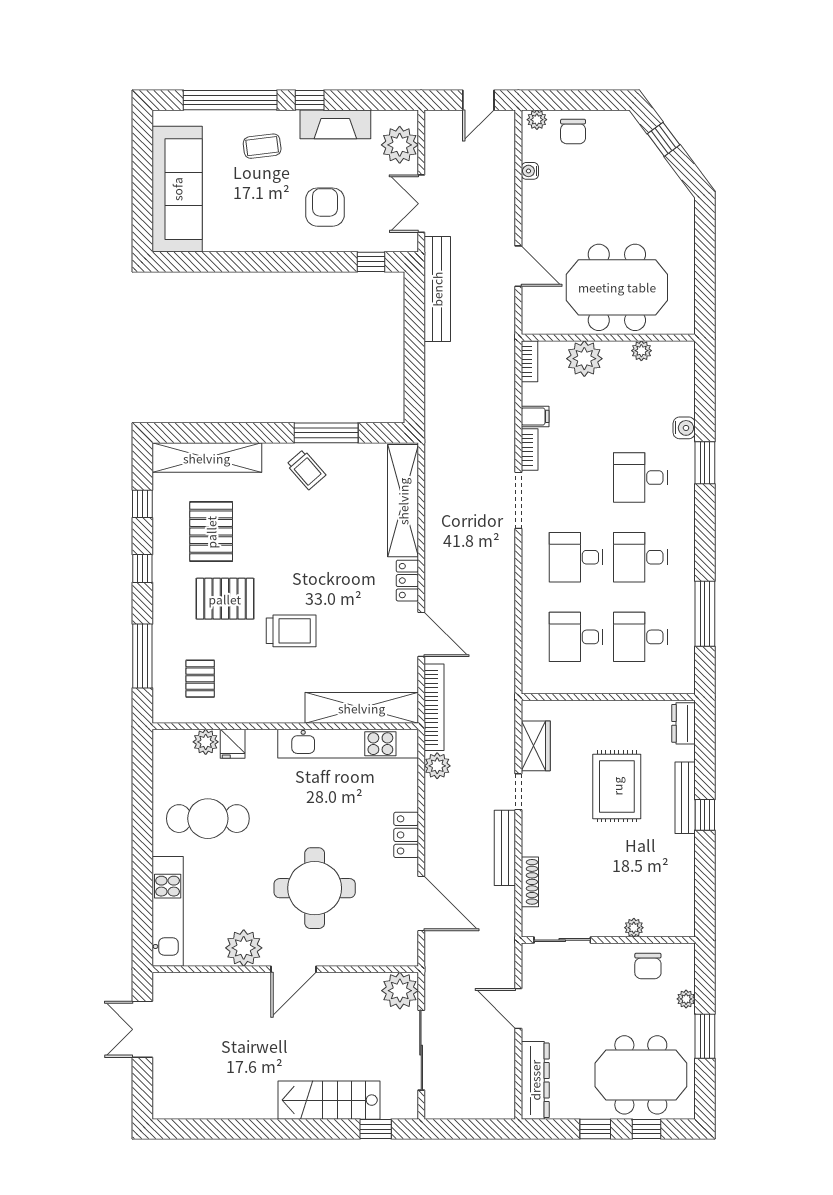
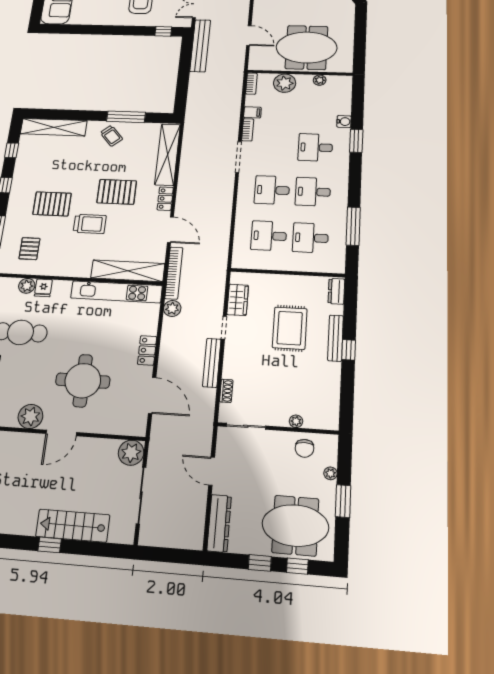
pallet: (211, 532) -> (117, 192), moved, turned 90
shoe rack: (530, 882) -> (226, 391), width x0.70
window: (376, 1129) -> (50, 545), moved

